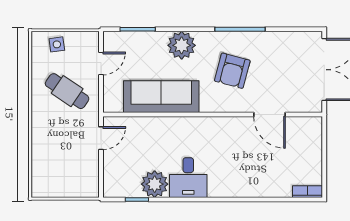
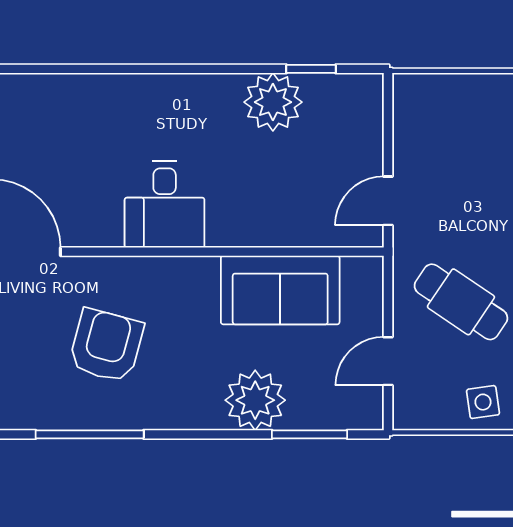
plant: (182, 45) -> (255, 400), moved
sofa: (161, 97) -> (280, 290), width x0.73
desk: (188, 178) -> (165, 205), moved, turned 180

